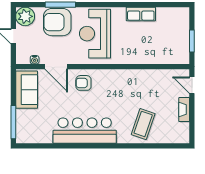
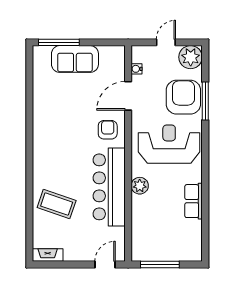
window: (192, 41) -> (160, 265), width x1.44
plant: (128, 57) -> (140, 186), added
sofa: (27, 90) -> (75, 59), moved
fireplace: (184, 110) -> (48, 255), moved
bar counter: (85, 131) -> (109, 187), moved, turned 180

